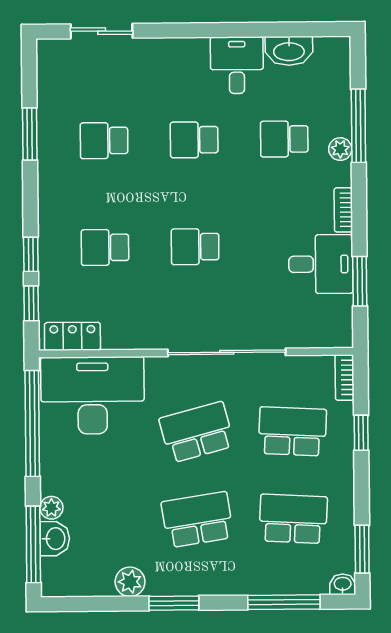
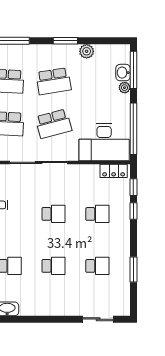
desk: (237, 65) -> (32, 302), removed

